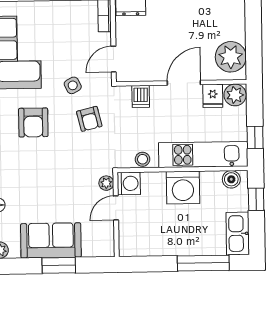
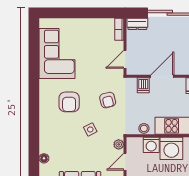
door: (184, 83) -> (162, 76), moved
side table: (73, 85) -> (90, 129), moved
washing machine: (129, 183) -> (151, 145), moved, turned 90

